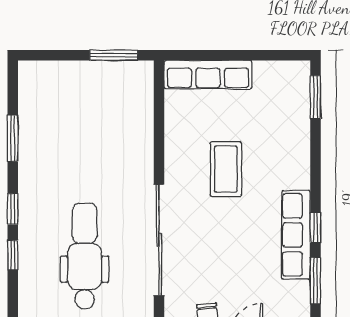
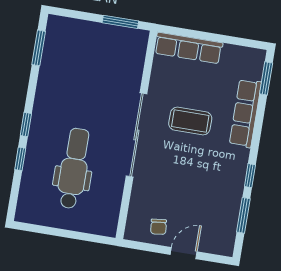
window: (13, 138) -> (39, 48), moved
coffee table: (226, 169) -> (190, 121), turned 90
row of seats: (296, 235) -> (245, 113), moved
sliding door: (159, 240) -> (136, 135), moved

